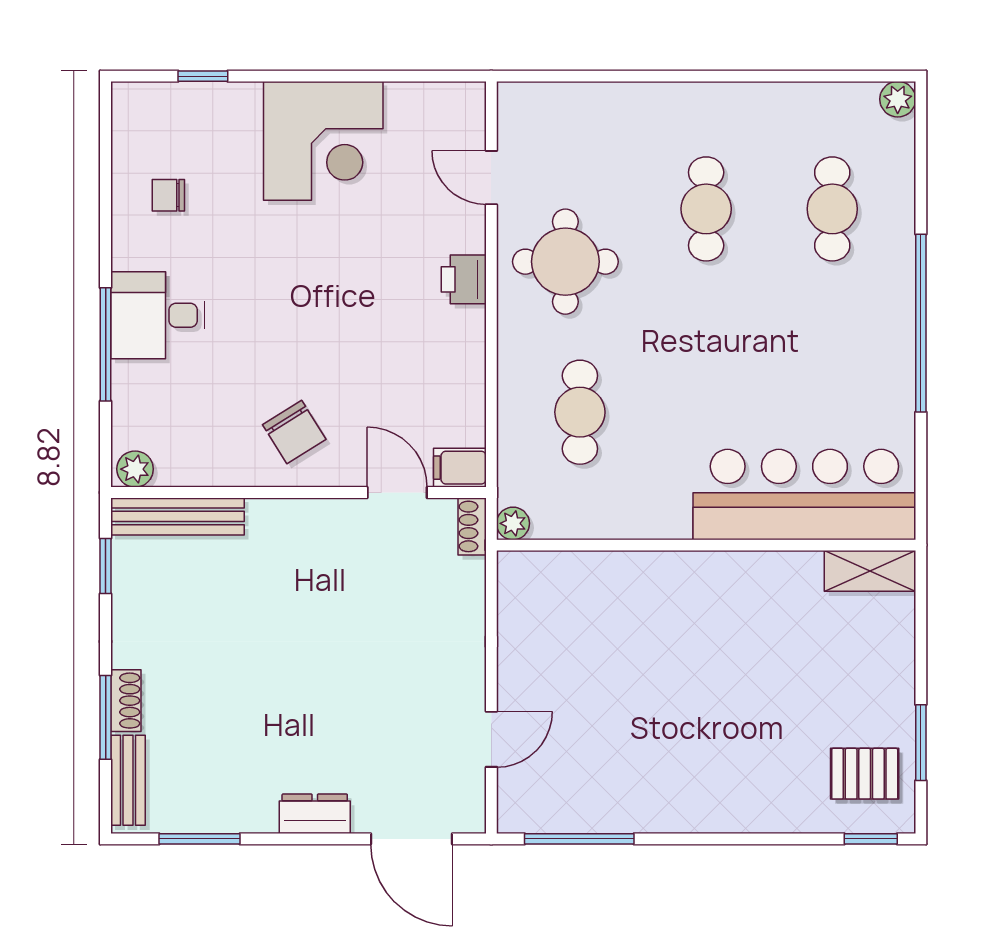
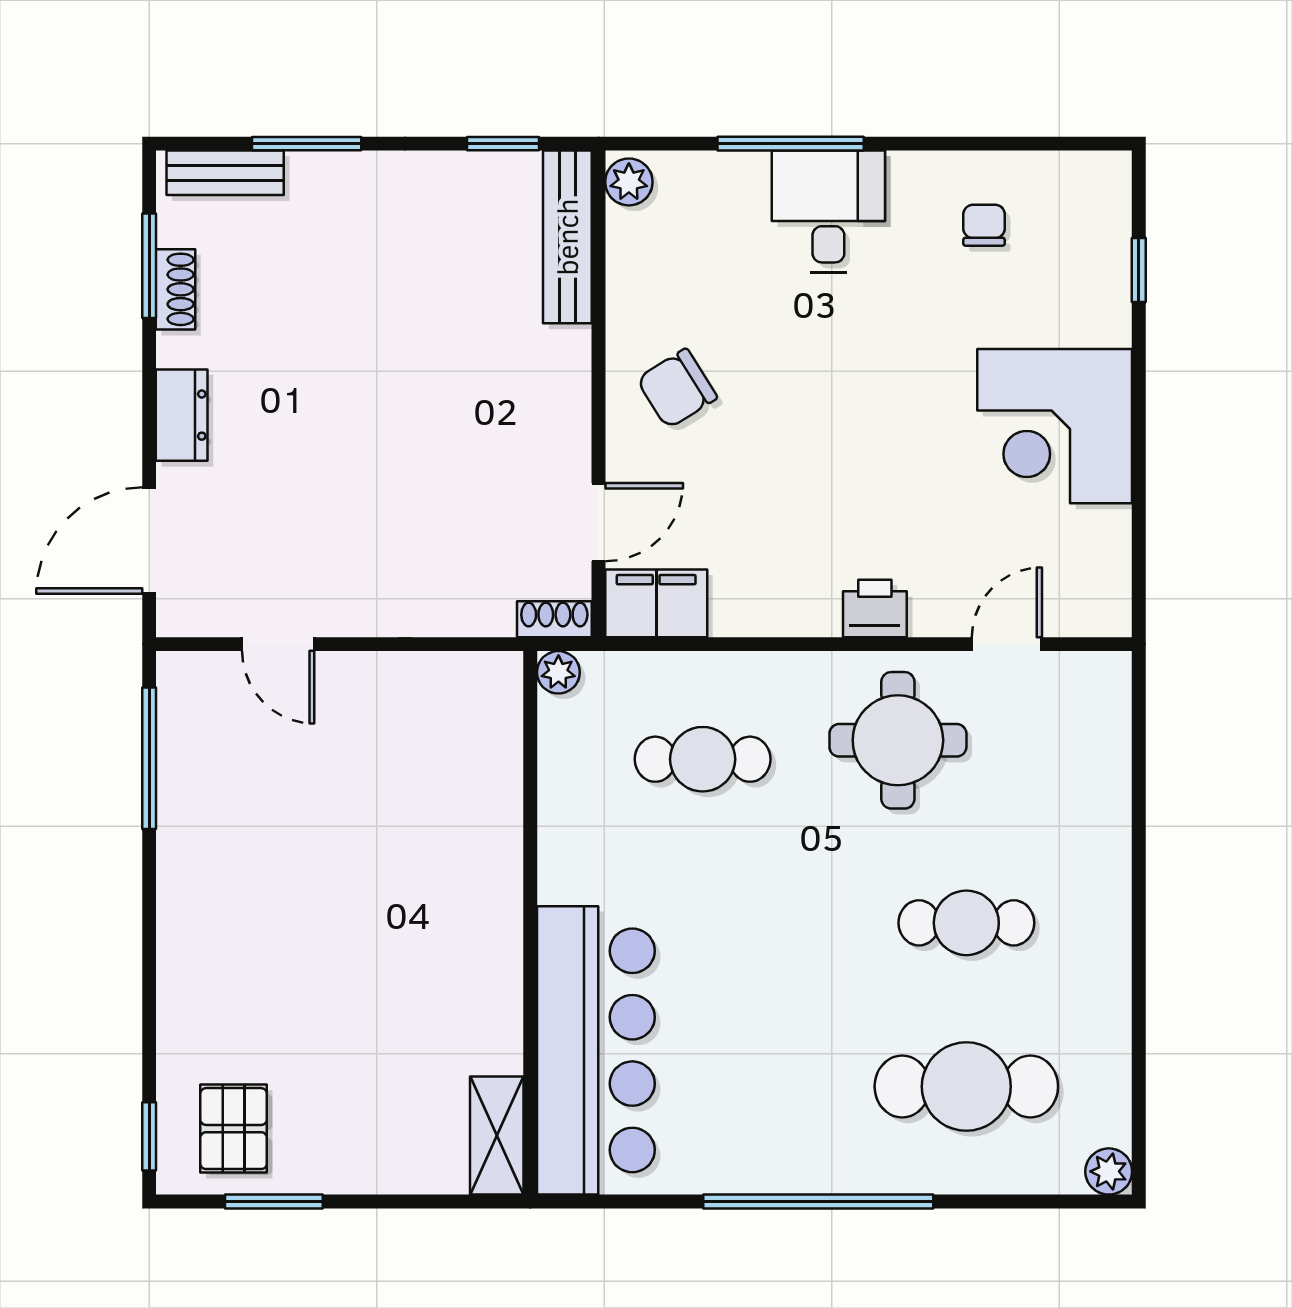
cafe table: (832, 209) -> (966, 1087), width x1.37, depth x1.35
filing cabinet: (460, 468) -> (656, 603), width x2.00
shoe rack: (126, 701) -> (175, 289), moved, turned -90

